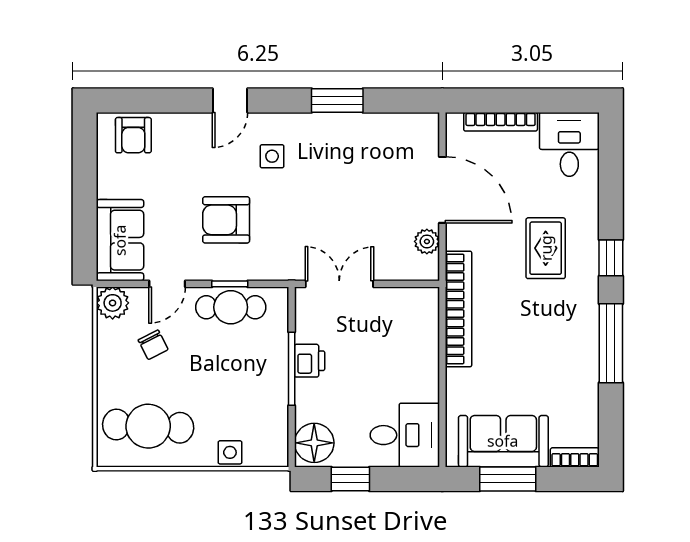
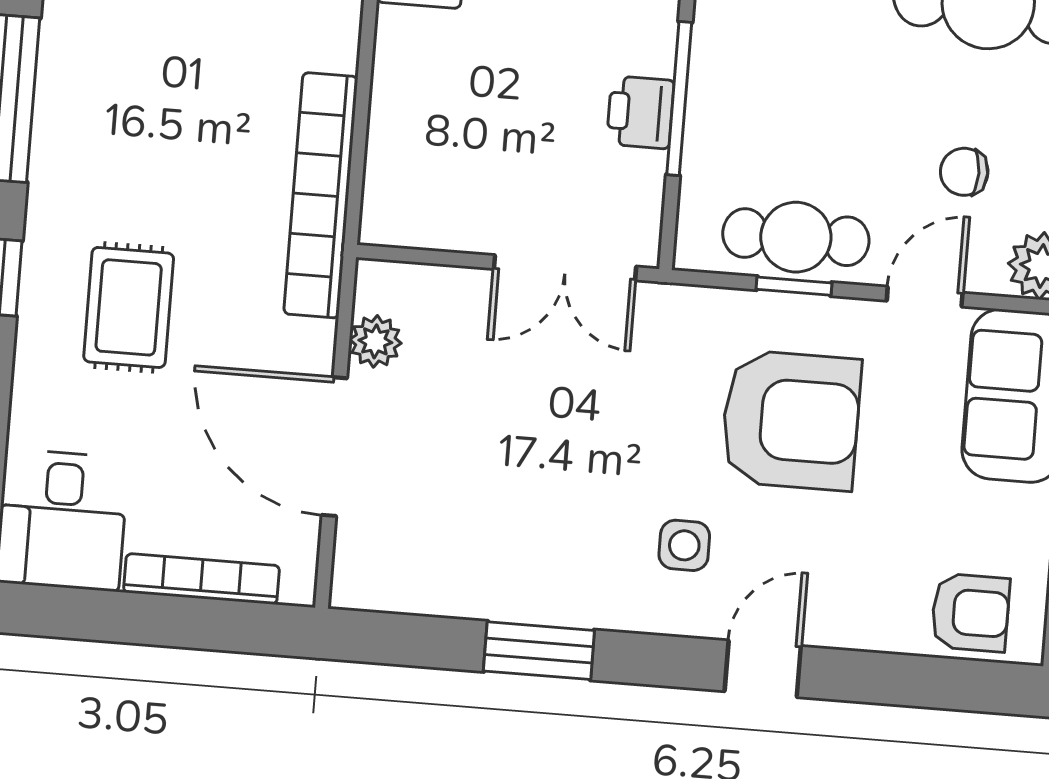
armchair: (133, 135) -> (970, 613), turned 90
armchair: (226, 220) -> (791, 420), width x1.36, depth x1.36
chair: (153, 345) -> (964, 172), turned -63

